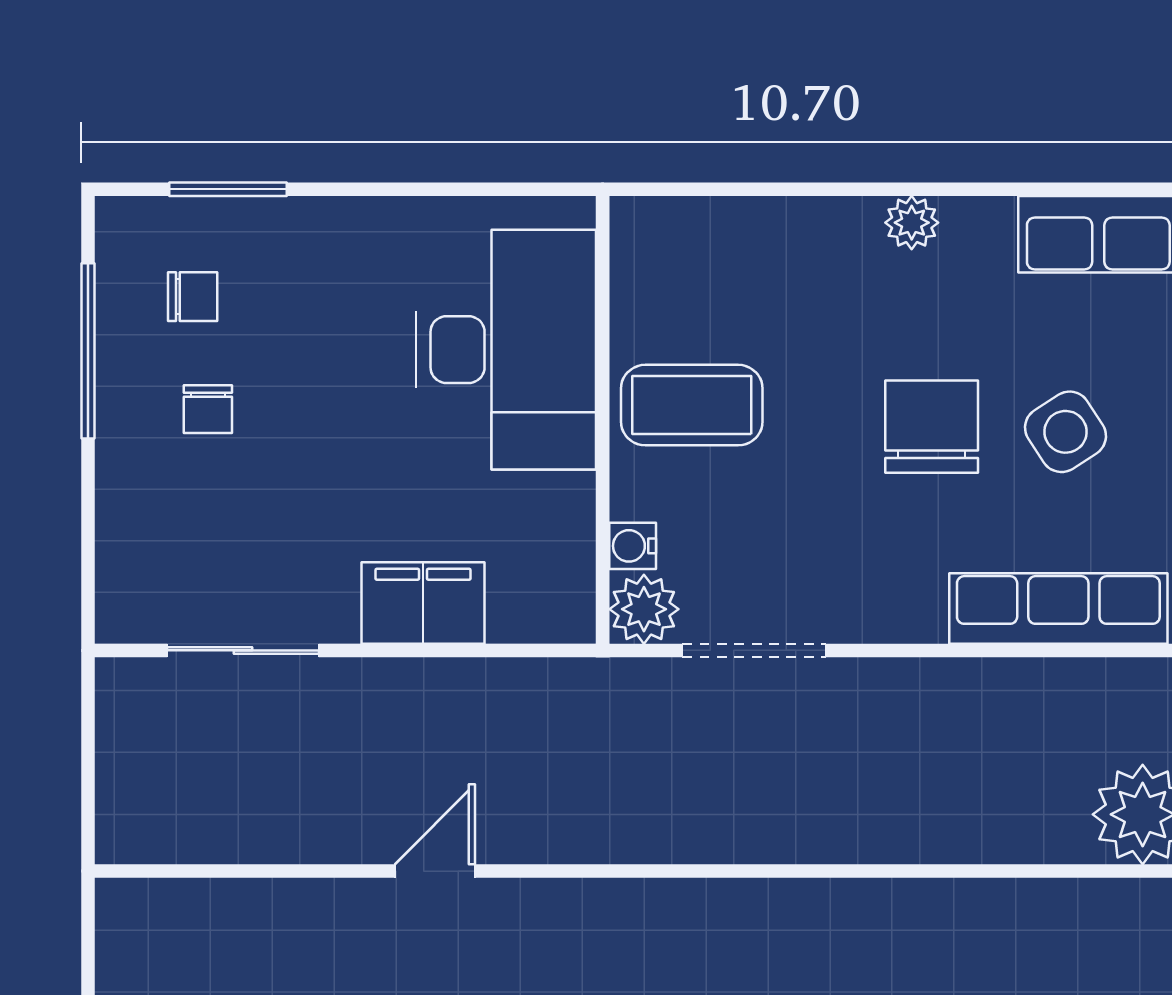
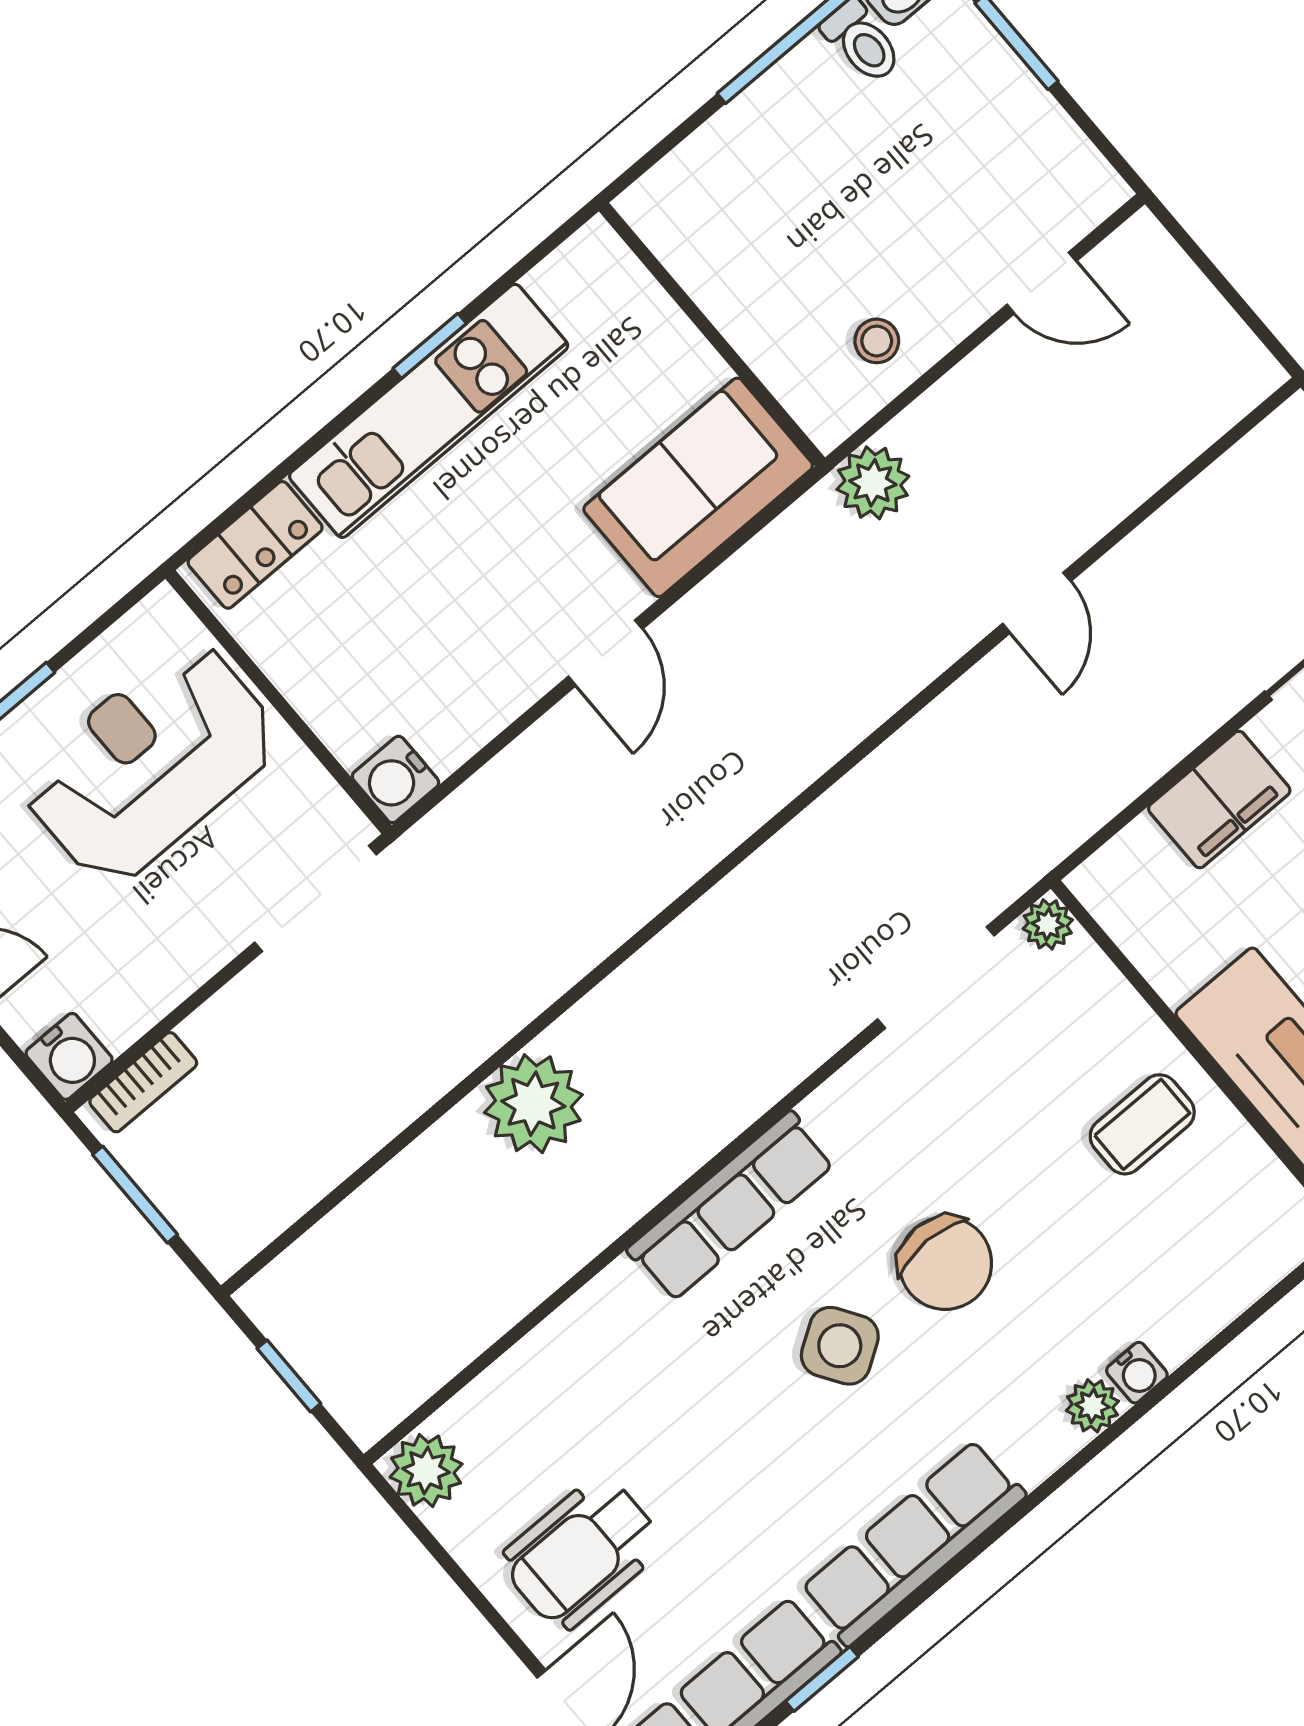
coffee table: (692, 405) -> (1142, 1124), width x0.73, depth x0.77
water cooler: (633, 546) -> (1137, 1373), moved, turned 90
plant: (644, 609) -> (1048, 924), width x0.73, depth x0.73

